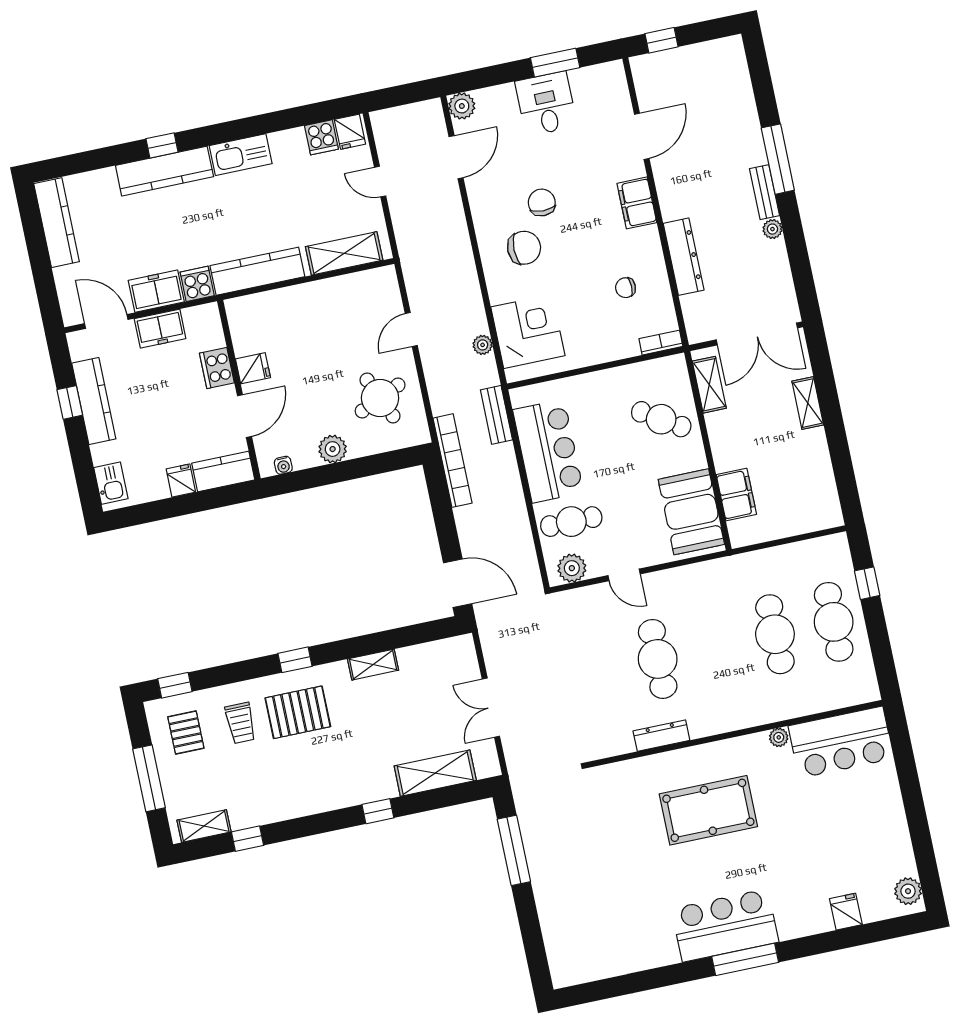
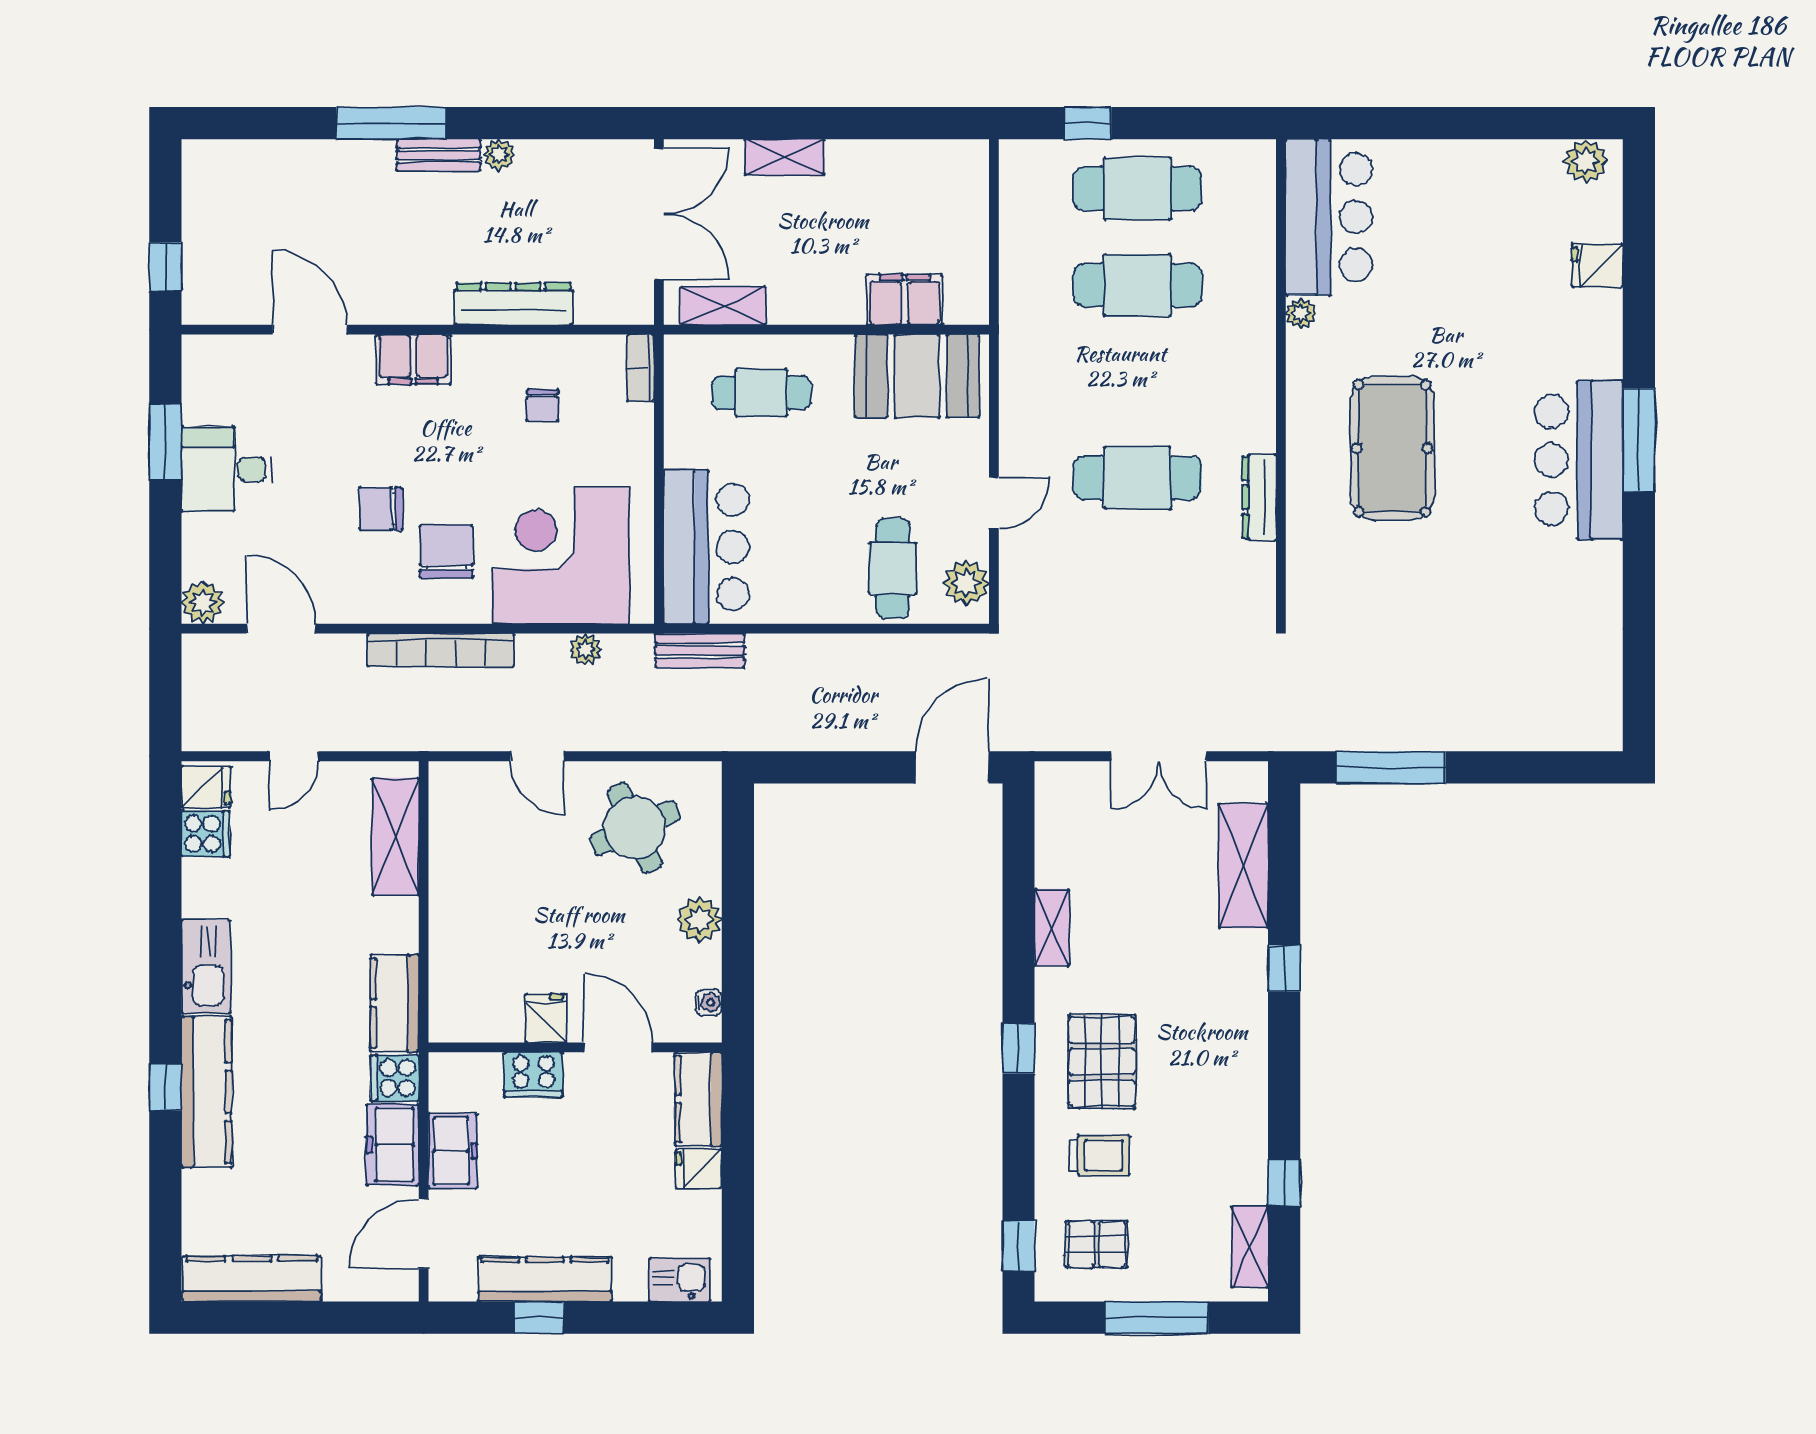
kitchen counter: (257, 271) -> (395, 1003), width x0.67
corner desk: (528, 331) -> (561, 555), width x1.36, depth x1.36
cafe table: (661, 419) -> (761, 393), turned 58
bar counter: (548, 451) -> (706, 547), moved, turned 90
bookcase: (452, 461) -> (441, 650), moved, turned 180

